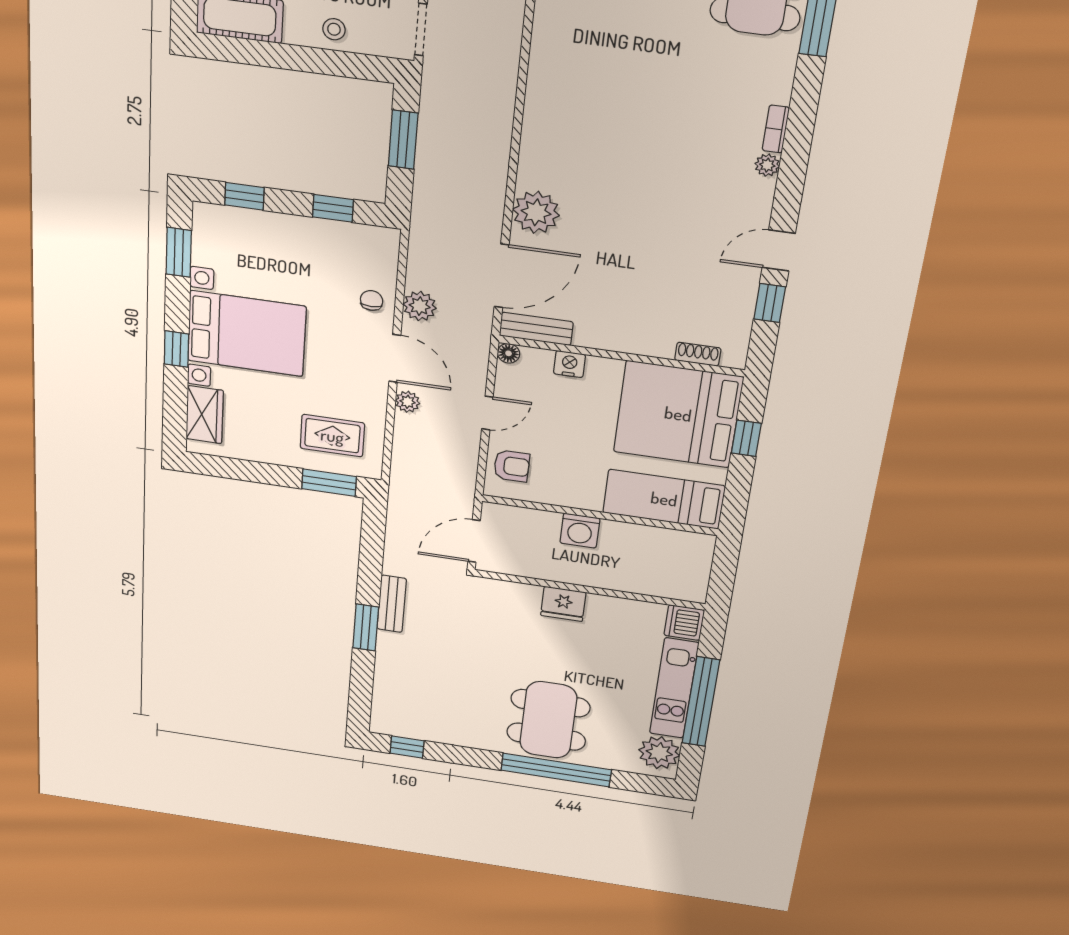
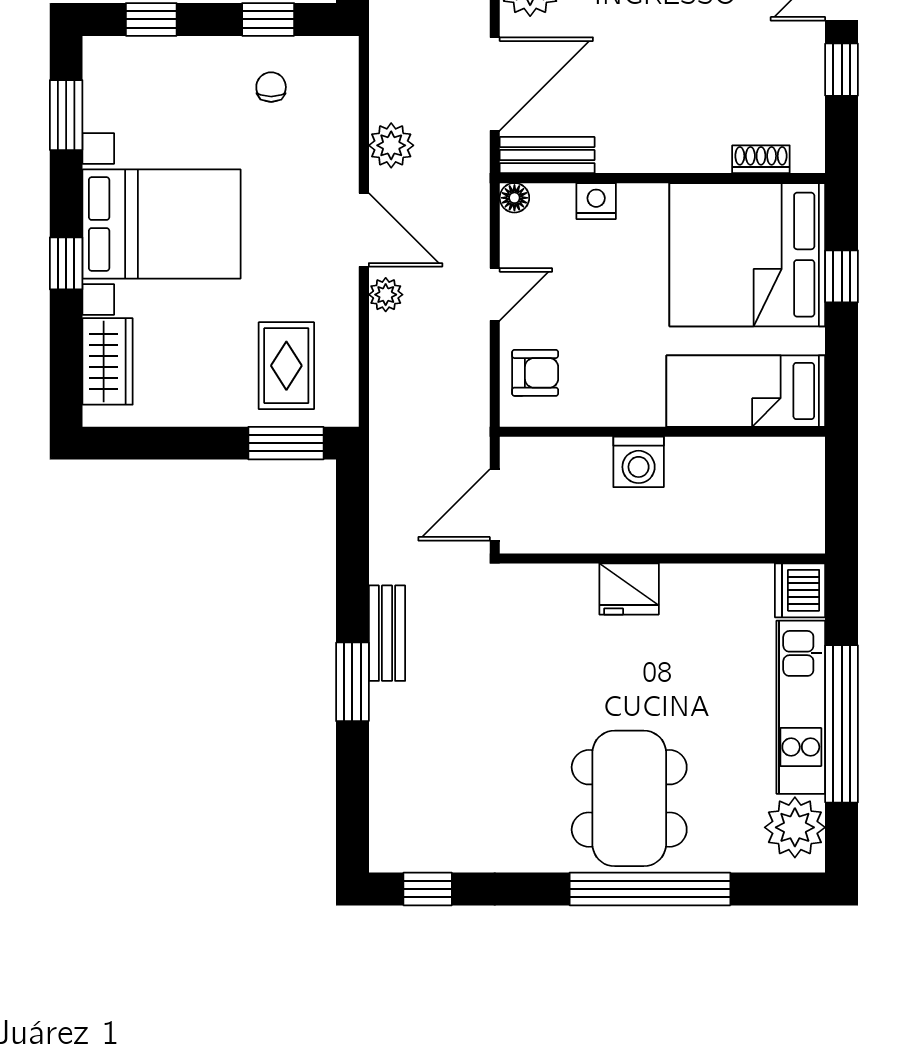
chair: (372, 300) -> (271, 87), moved
rug: (332, 436) -> (286, 366), turned 90

